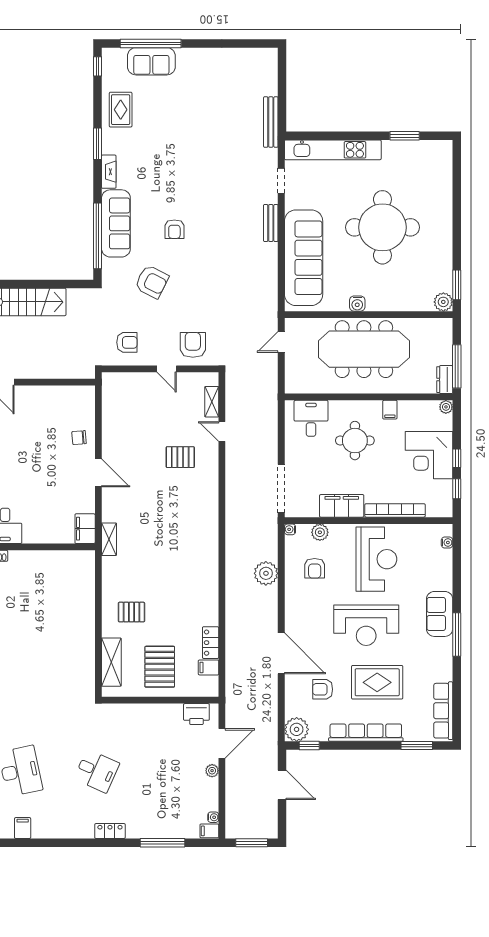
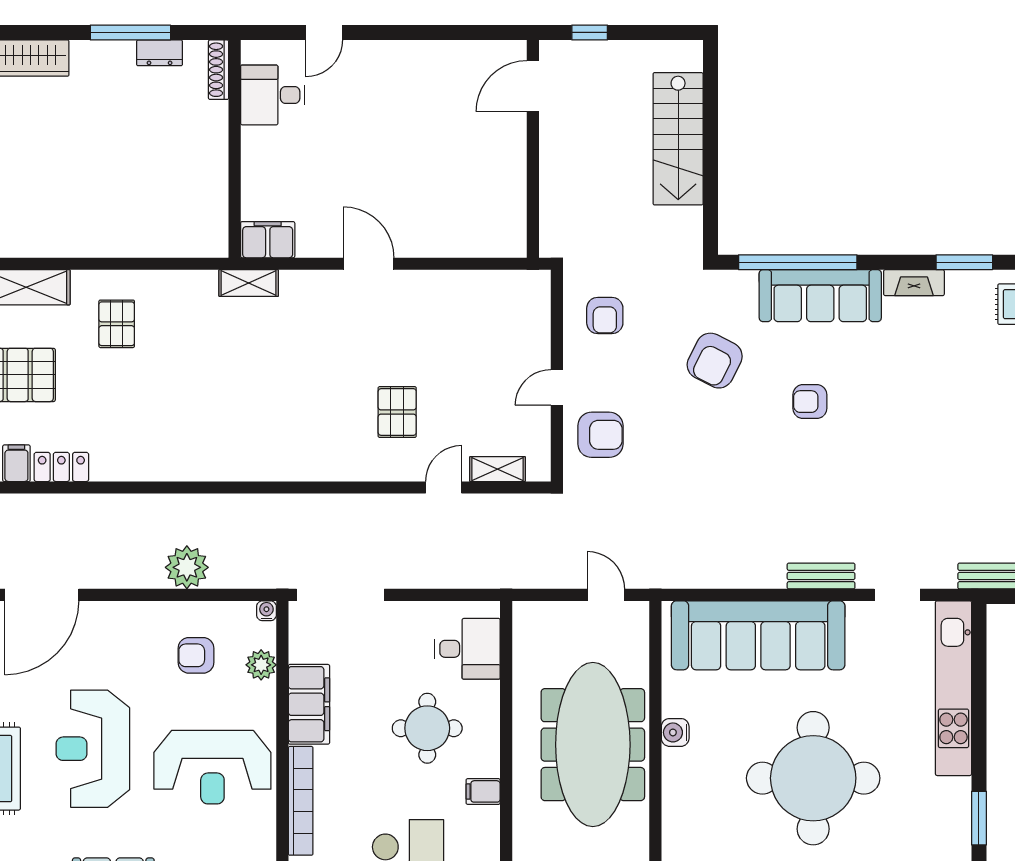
chair: (79, 438) -> (433, 229), removed
door: (98, 473) -> (369, 264), swing flipped

